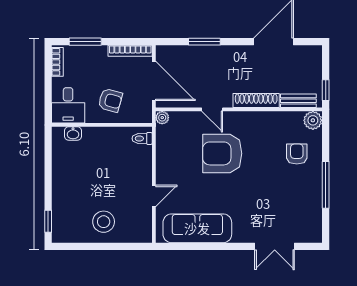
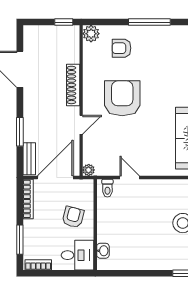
bench: (298, 101) -> (29, 159), moved
armchair: (222, 153) -> (122, 98), moved, turned 180
door: (154, 196) -> (130, 177), moved

